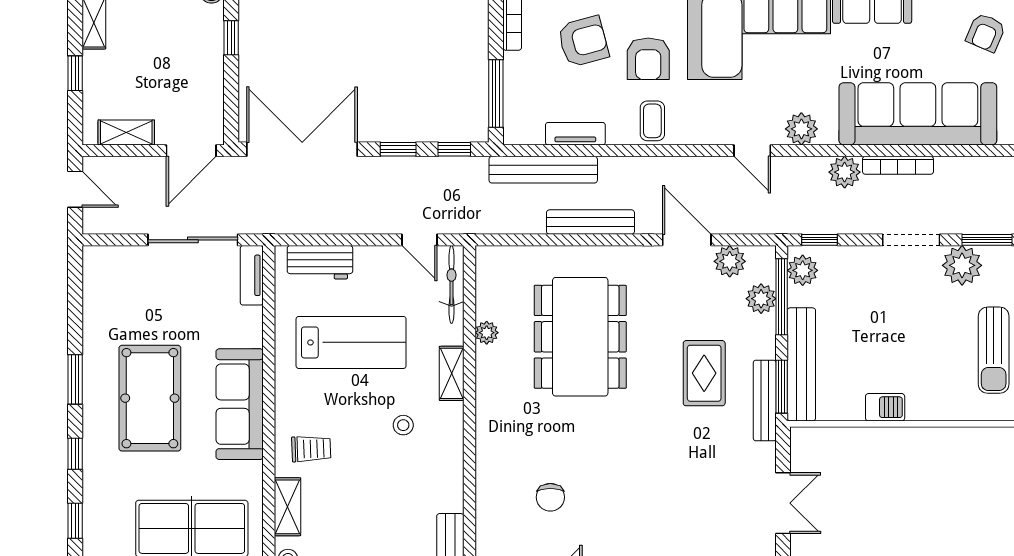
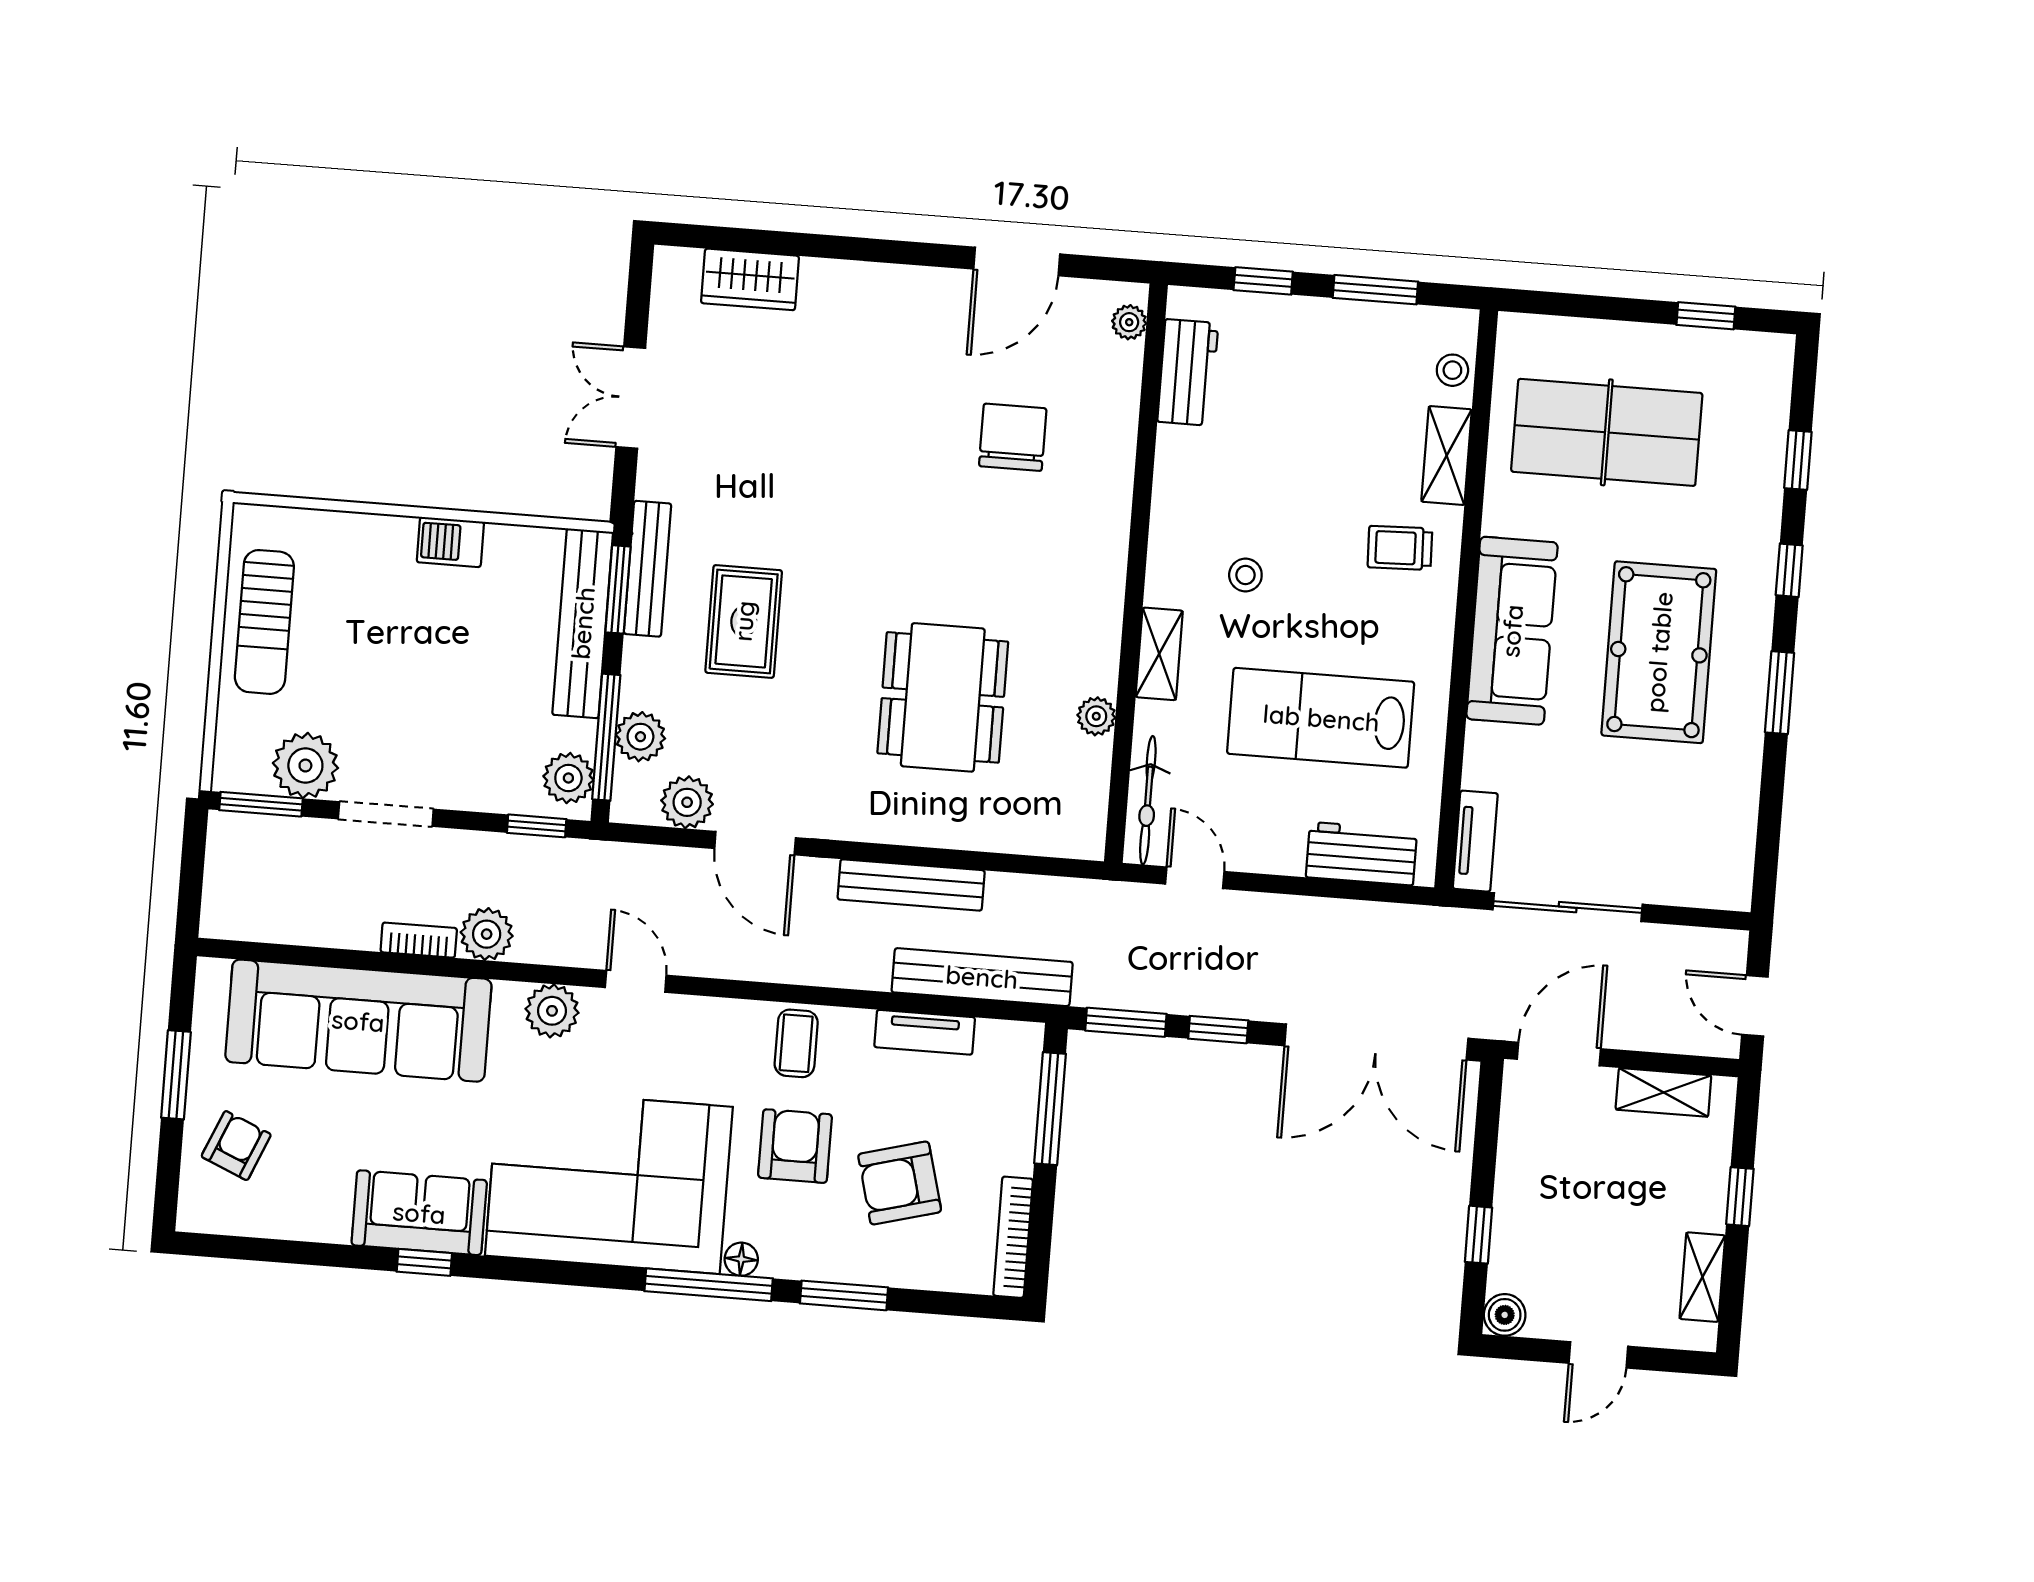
window: (454, 149) -> (1126, 1022), width x1.50
bookcase: (898, 165) -> (419, 940), width x0.64
dining table: (580, 337) -> (943, 697), width x0.73, depth x0.80
sun lounger: (994, 350) -> (264, 622), turned 180
chair: (550, 497) -> (1013, 437), width x1.37, depth x1.37

